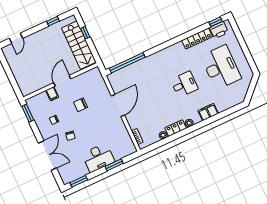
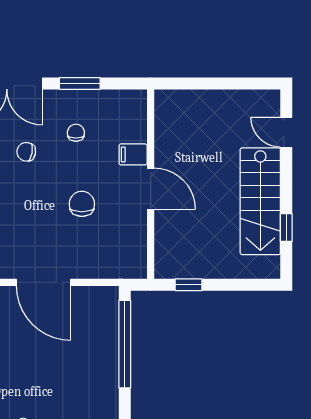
window: (85, 33) -> (188, 285), moved
stairs: (79, 45) -> (260, 201), moved, turned -90
window: (28, 113) -> (80, 84), moved

